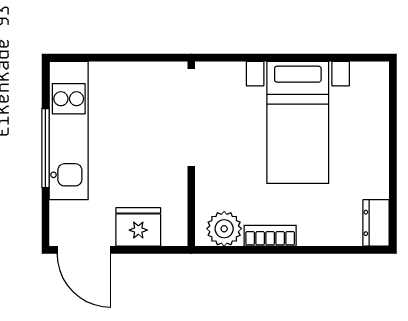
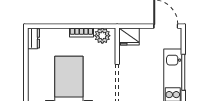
fridge: (138, 227) -> (129, 36), moved

